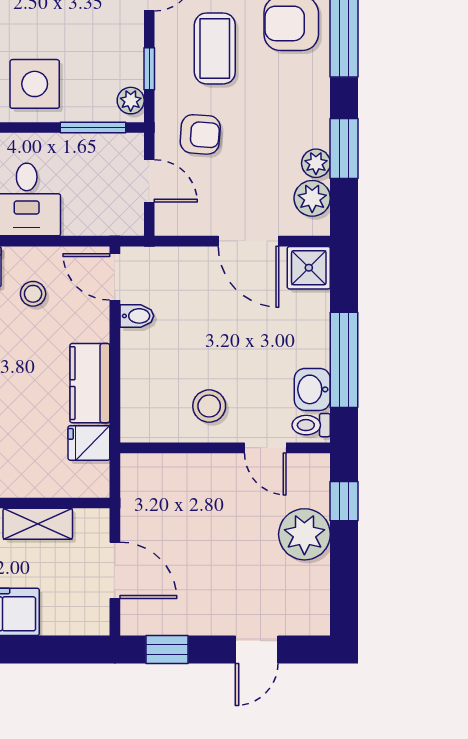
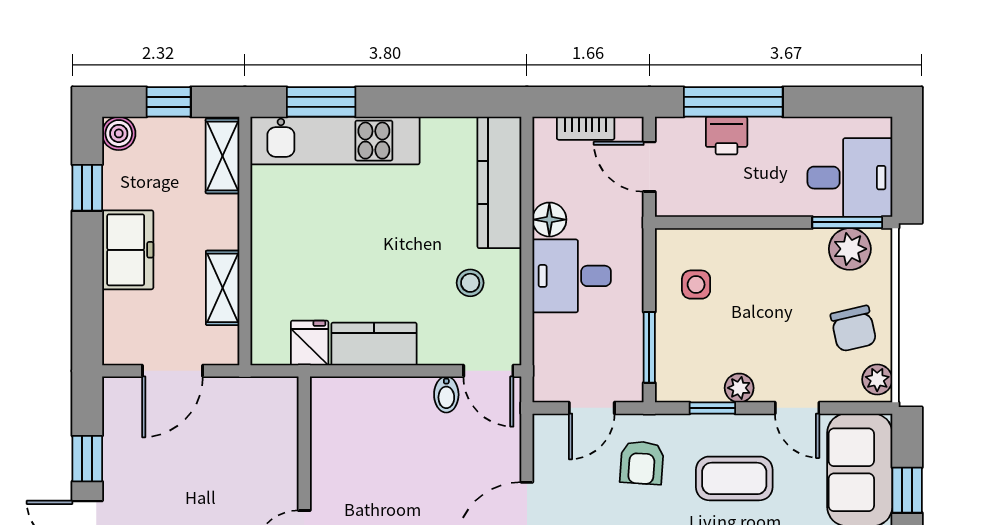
side table: (35, 84) -> (696, 285), width x0.54, depth x0.54
plant: (131, 101) -> (739, 388), moved
door: (115, 277) -> (488, 371), swing flipped
stool: (209, 406) -> (349, 472), removed
window: (167, 649) -> (87, 459), moved

